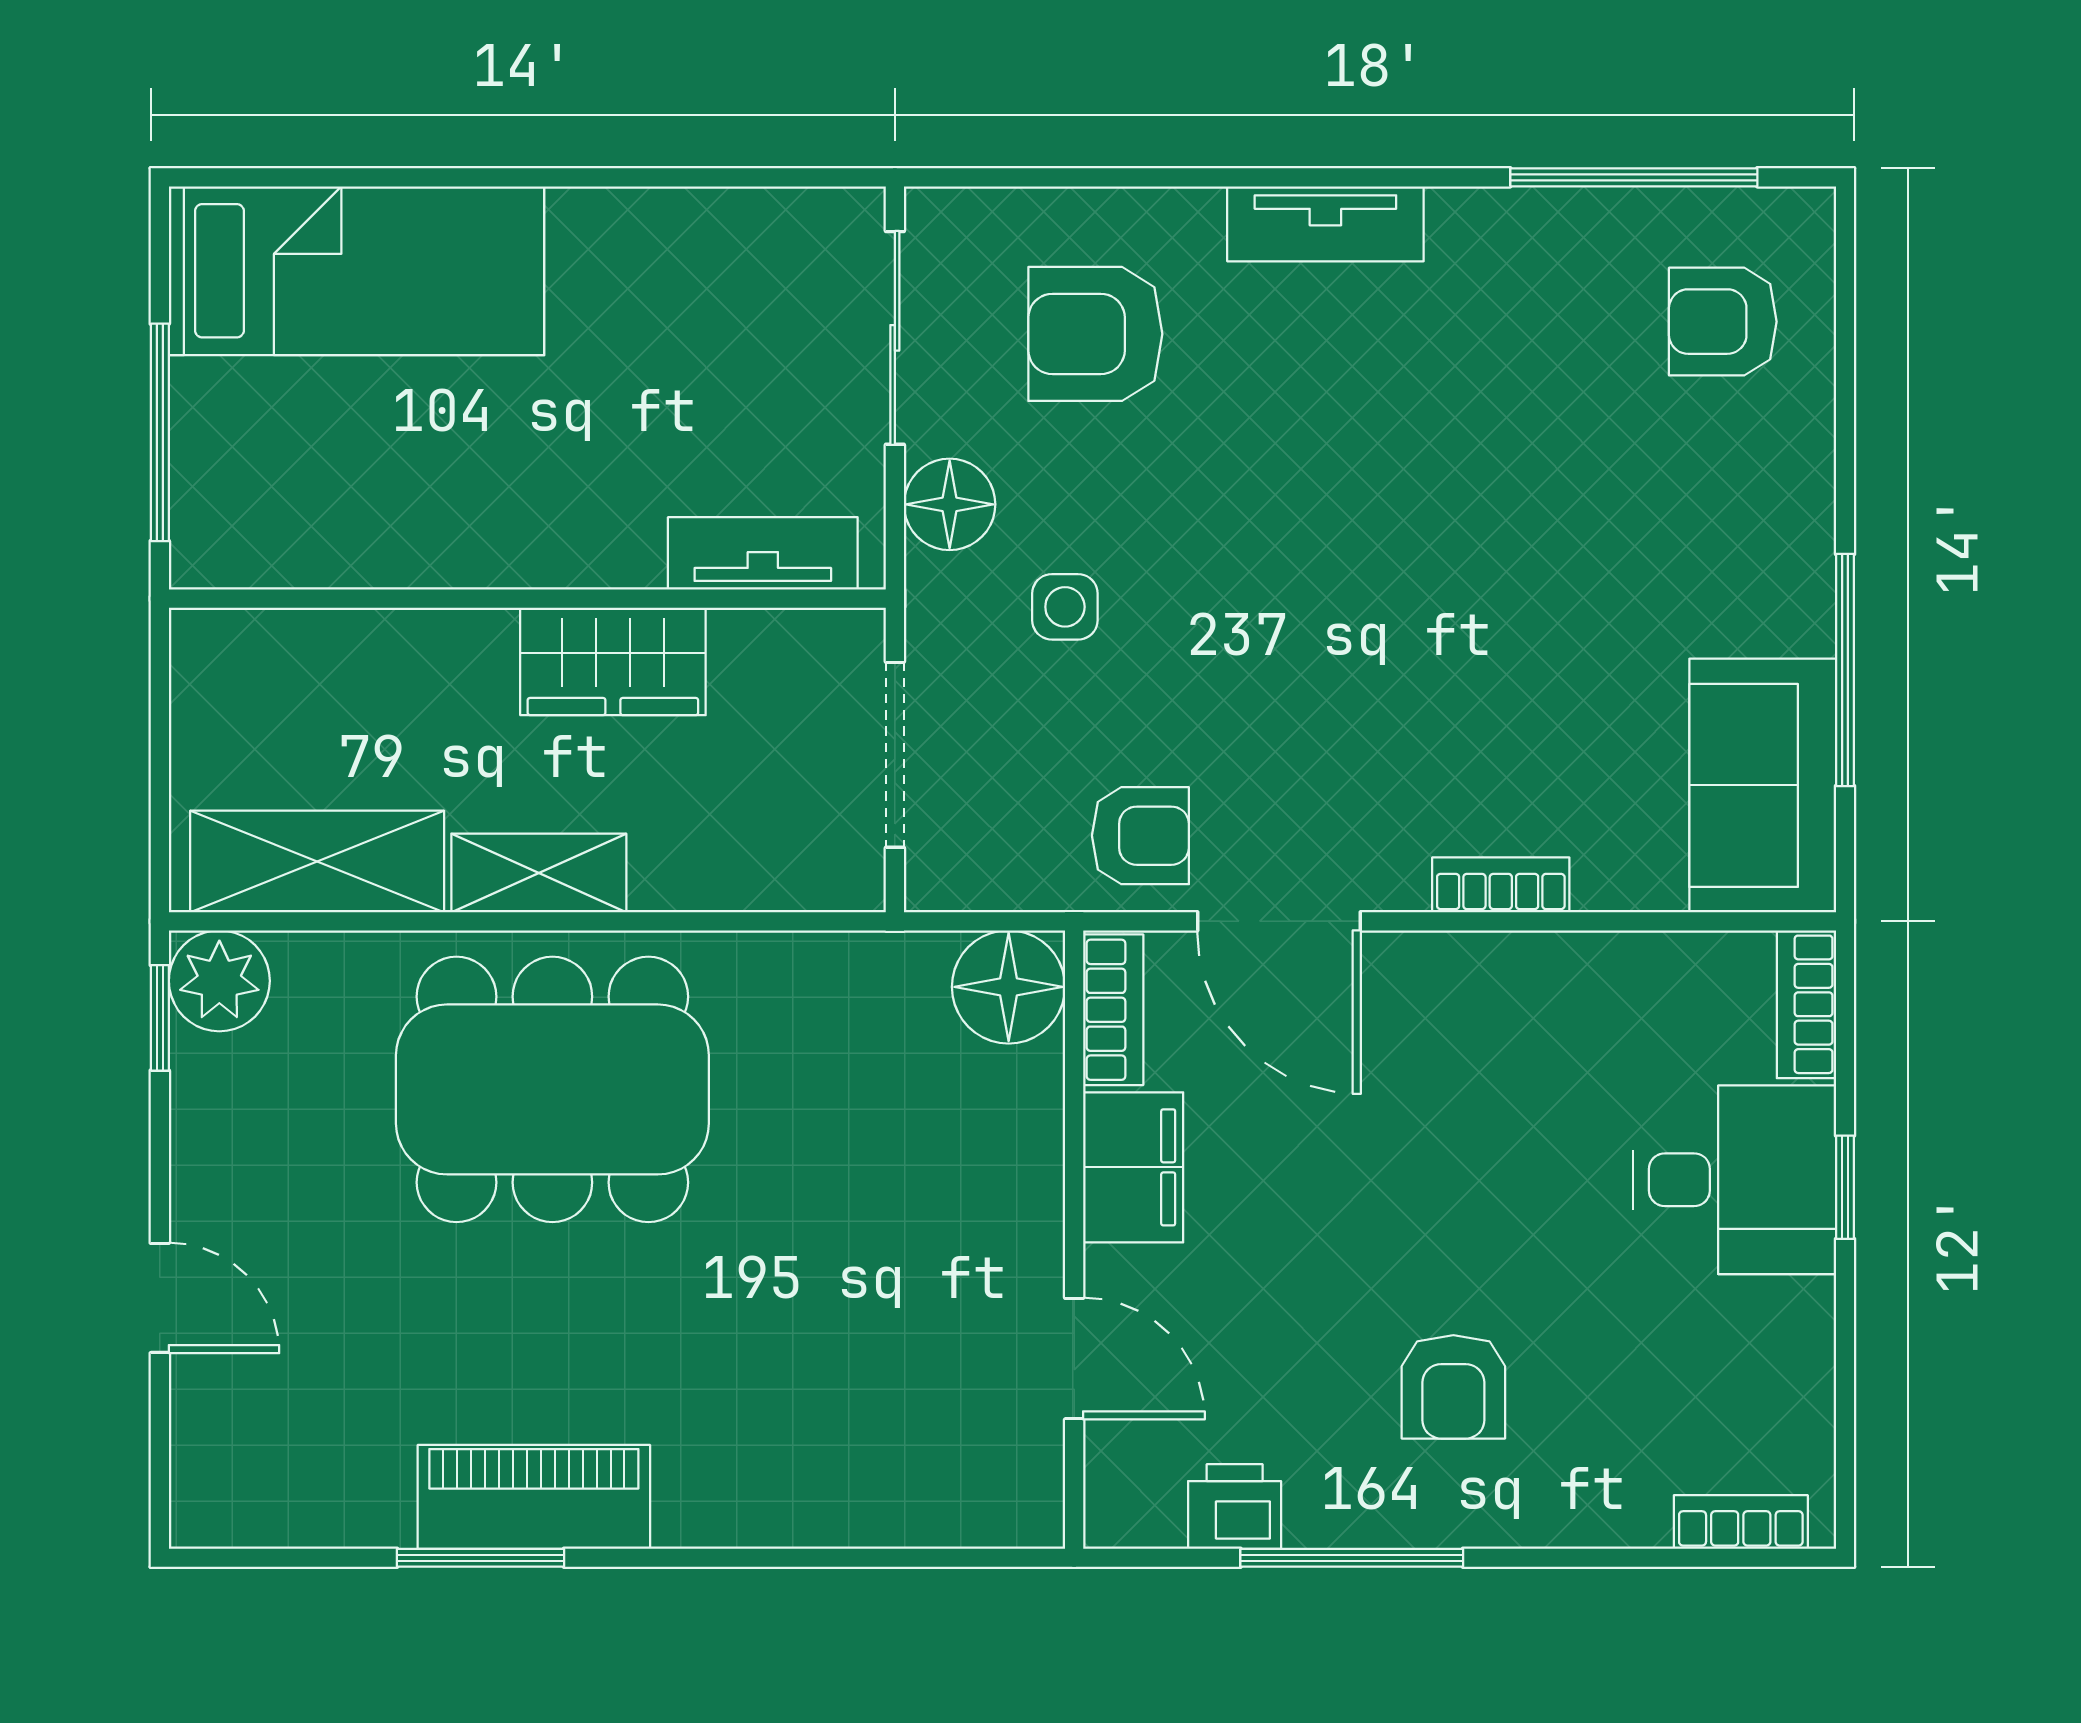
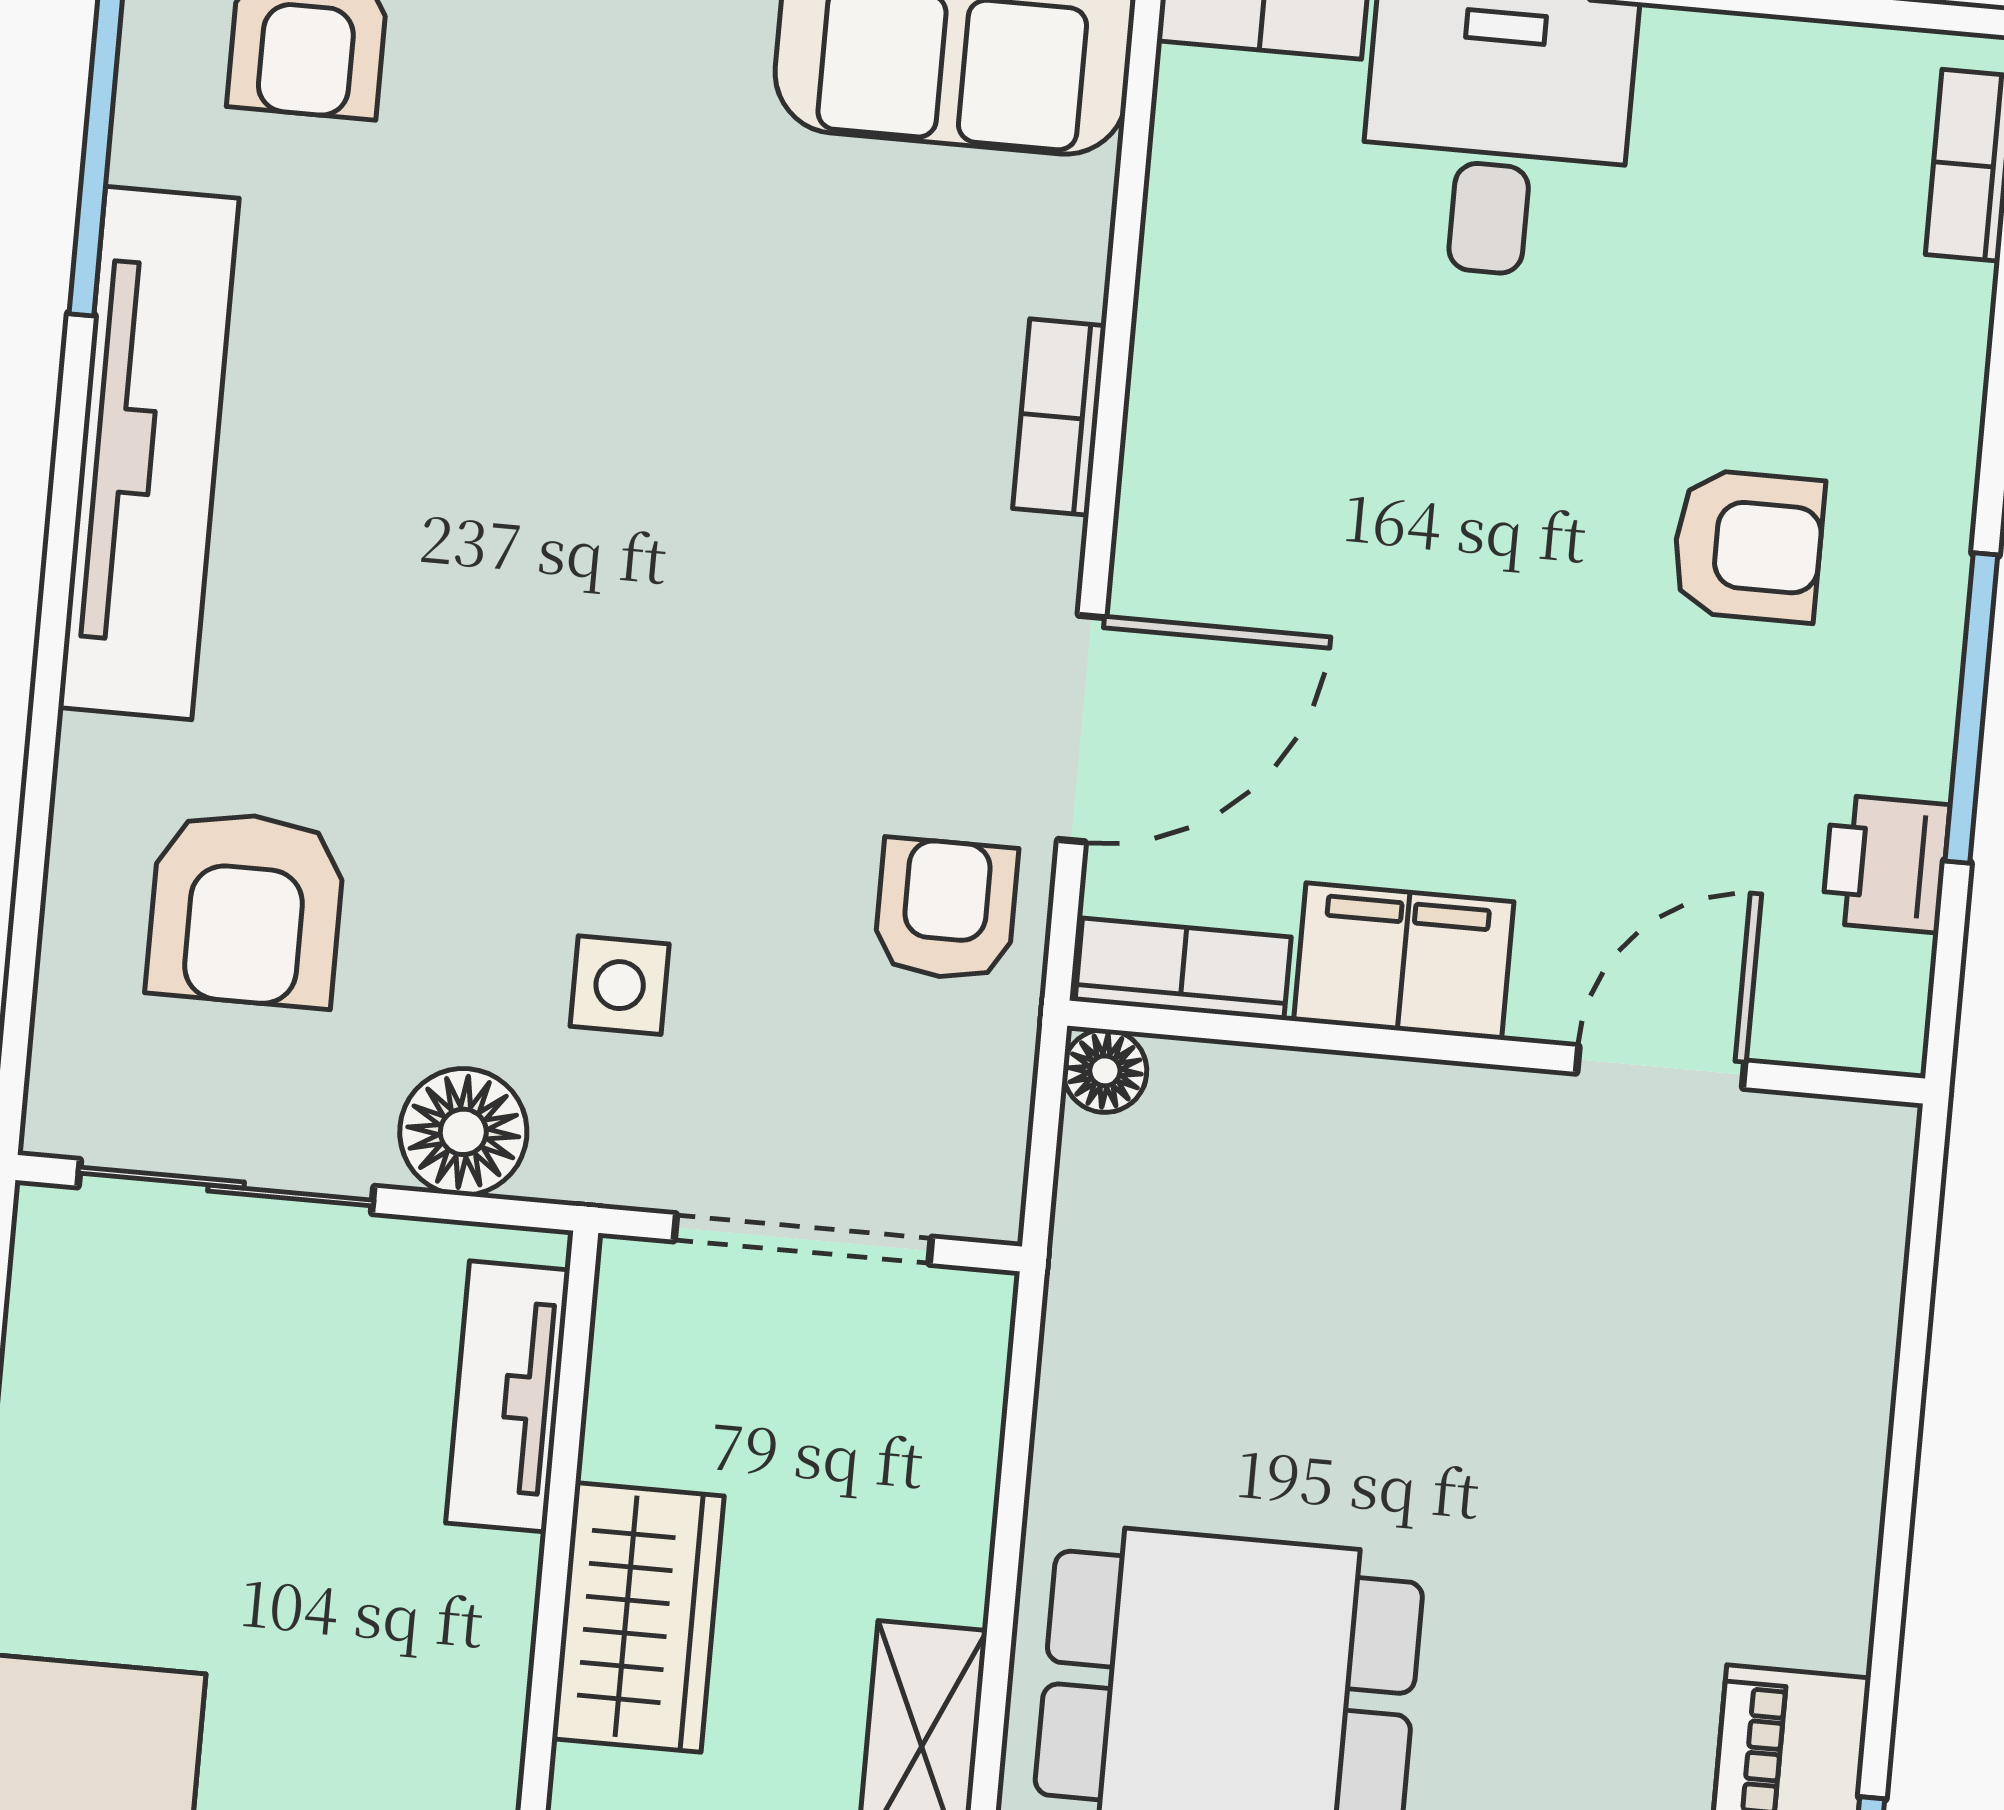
tv unit: (1325, 224) -> (149, 453), width x1.92, depth x1.29
floor lamp: (1009, 987) -> (1105, 1071), width x0.53, depth x0.53

